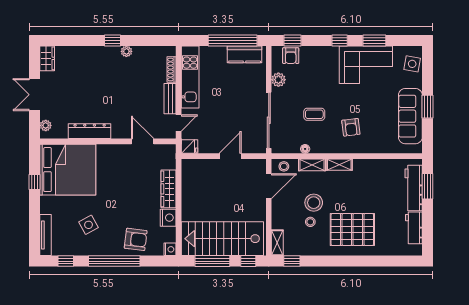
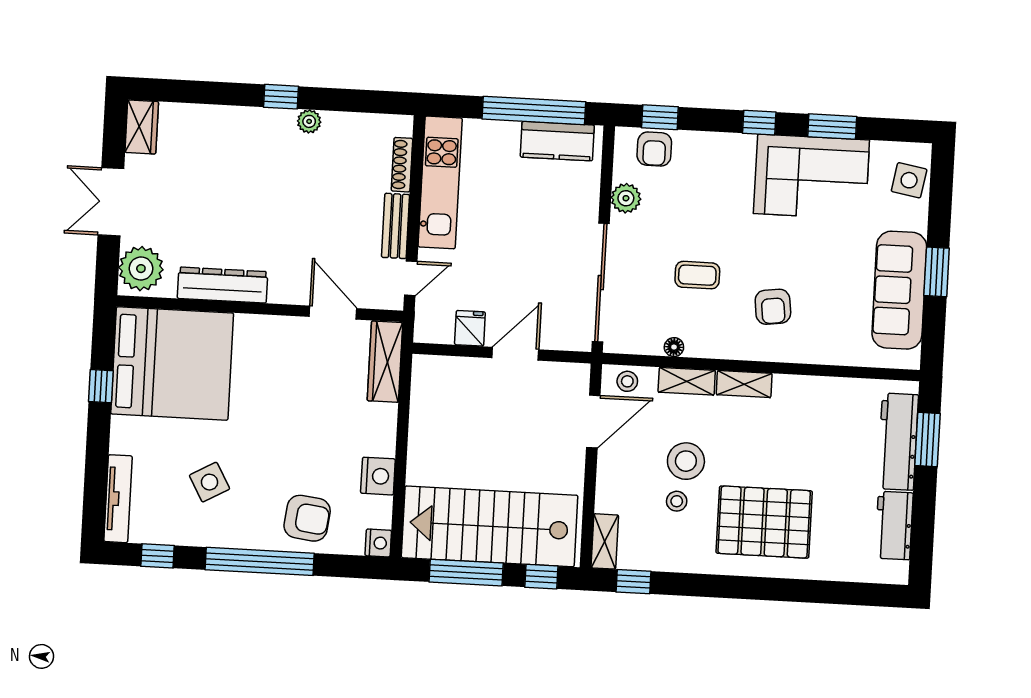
plant: (46, 125) -> (141, 269), width x1.88, depth x1.88
fridge: (189, 147) -> (470, 328), moved, turned -90
wardrobe: (169, 189) -> (385, 362), moved

